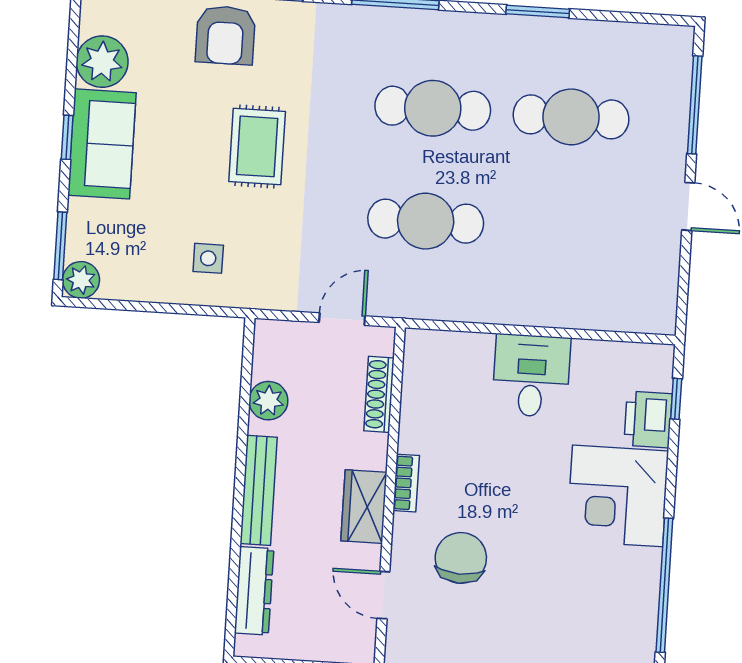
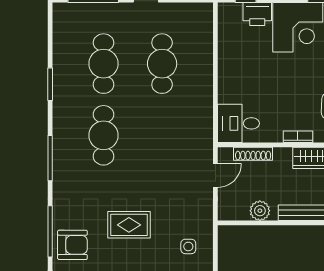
cafe table: (426, 221) -> (162, 64), moved
door: (342, 319) -> (215, 175), swing flipped
desk: (531, 376) -> (238, 123), moved

